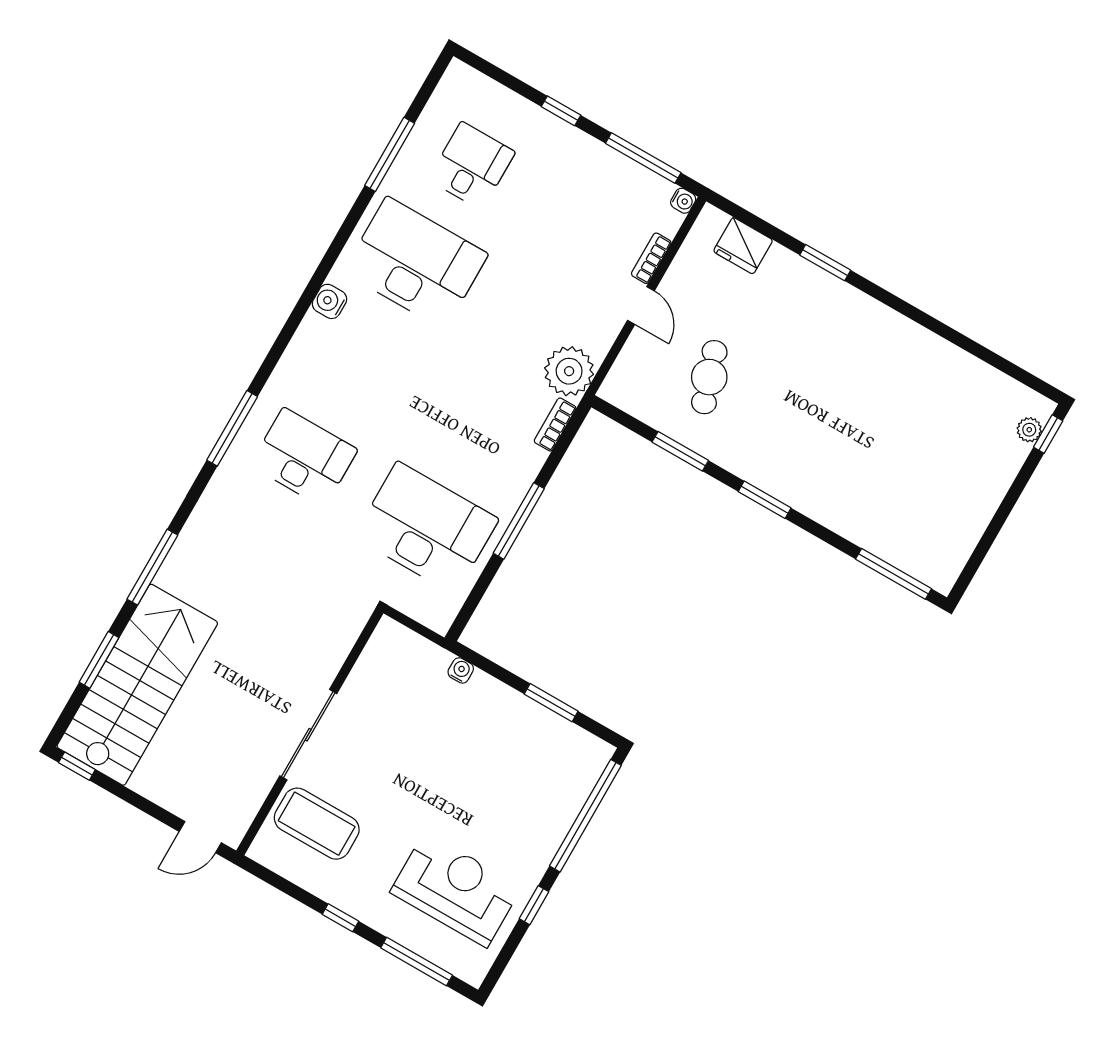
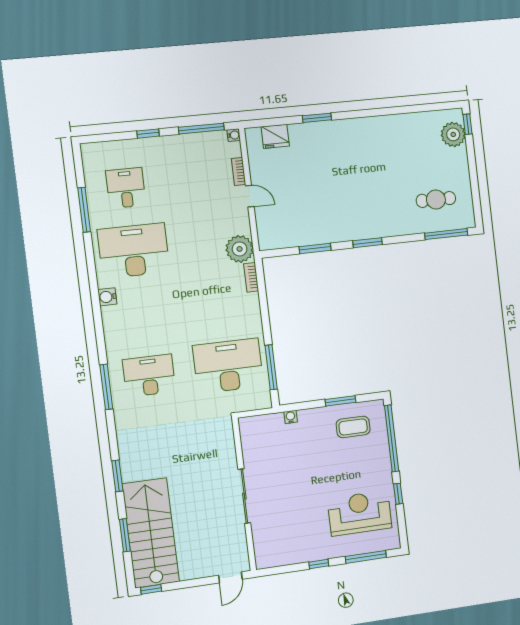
cafe table: (709, 377) -> (436, 199), moved, turned -72
plant: (1029, 430) -> (453, 134), width x1.88, depth x1.88
window: (519, 521) -> (271, 367), moved
window: (152, 567) -> (117, 476), width x0.69
coffee table: (317, 824) -> (353, 427), moved, width x0.73, depth x0.76

